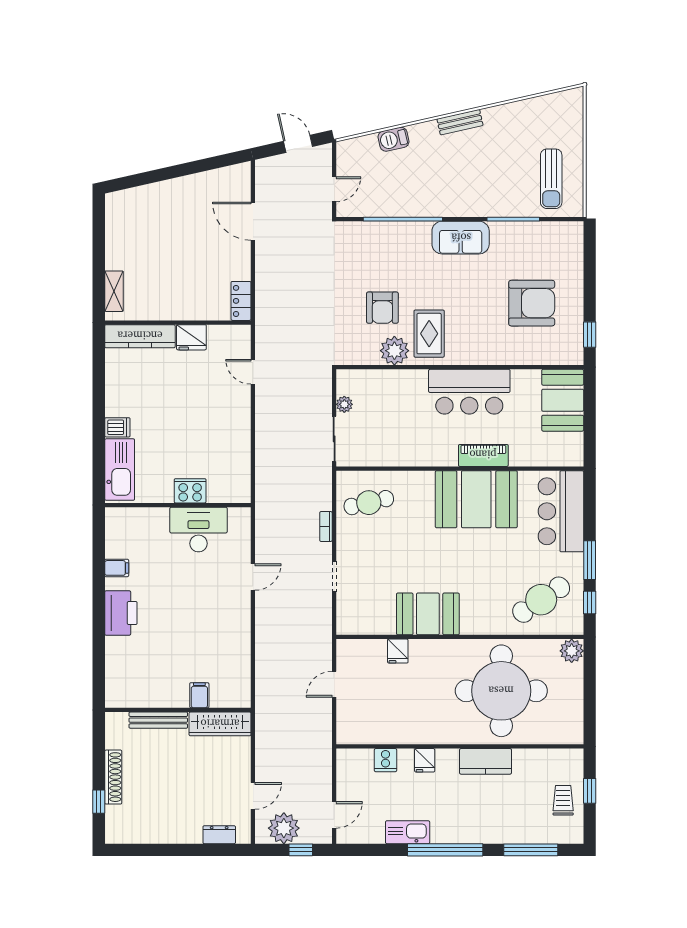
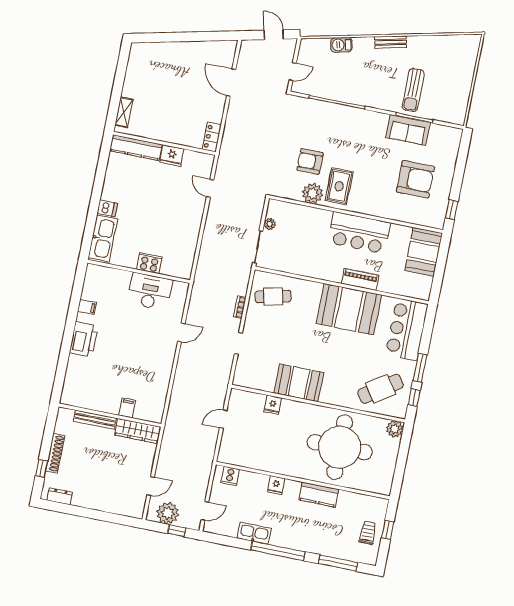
sun lounger: (551, 179) -> (413, 90), moved
sofa: (461, 238) -> (408, 130), moved
armchair: (382, 308) -> (310, 161), turned 90
cooker: (385, 760) -> (230, 476), moved
dresser: (219, 835) -> (60, 496), moved

